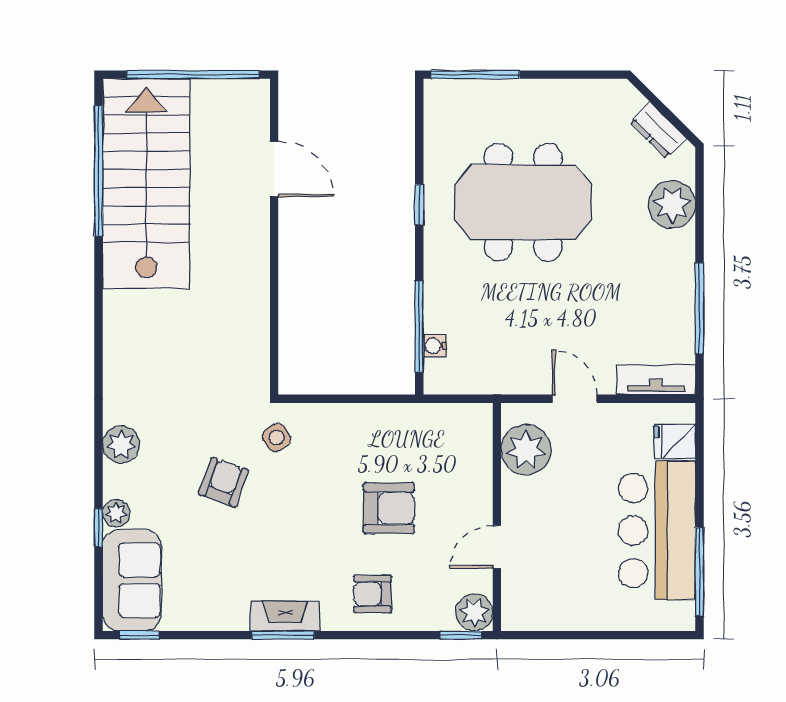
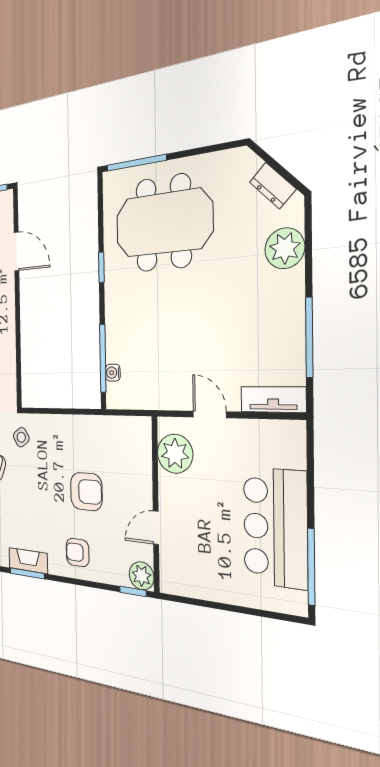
meeting table: (523, 202) -> (163, 223), moved
fridge: (675, 441) -> (289, 453), removed

